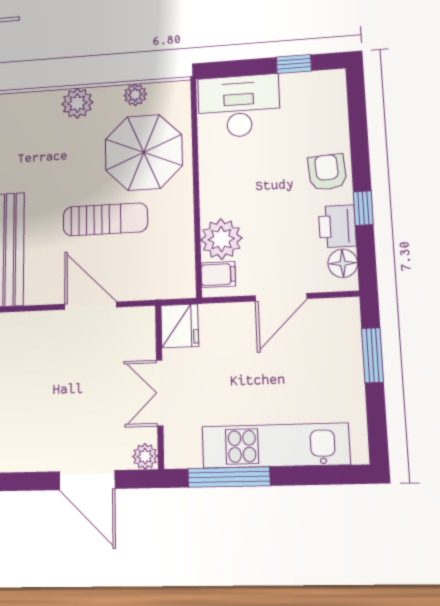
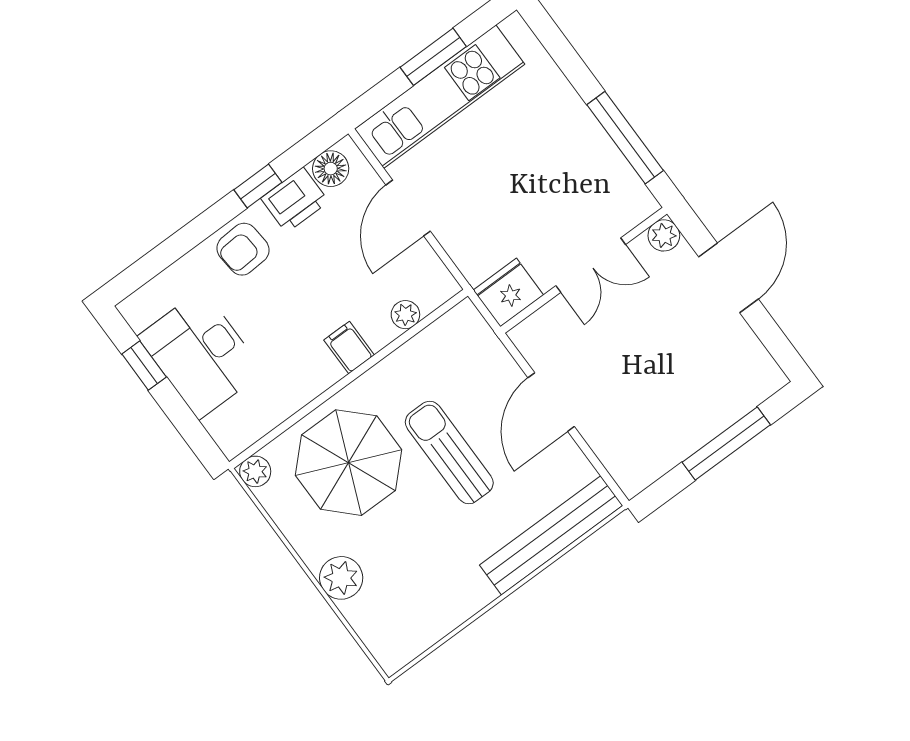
plant: (135, 95) -> (255, 471), moved
desk: (239, 106) -> (201, 354), moved
plant: (221, 239) -> (405, 315), width x0.53, depth x0.53
filing cabinet: (218, 274) -> (349, 347), moved
door: (281, 297) -> (408, 208), swing flipped
window: (373, 355) -> (433, 57), moved
kitchen unit: (275, 446) -> (440, 97), moved, turned -90

